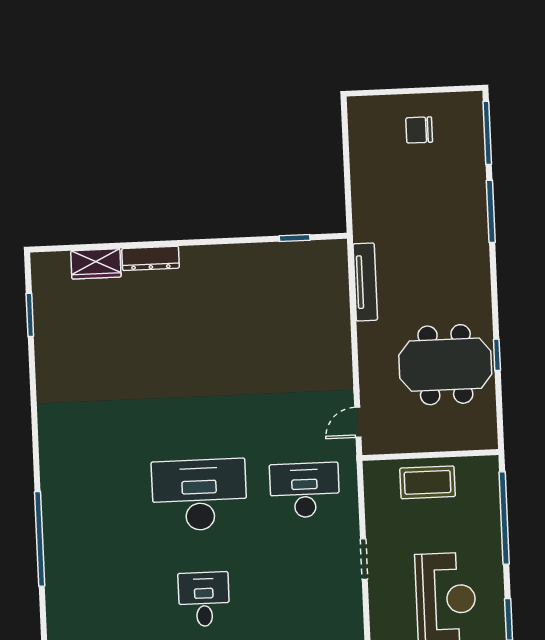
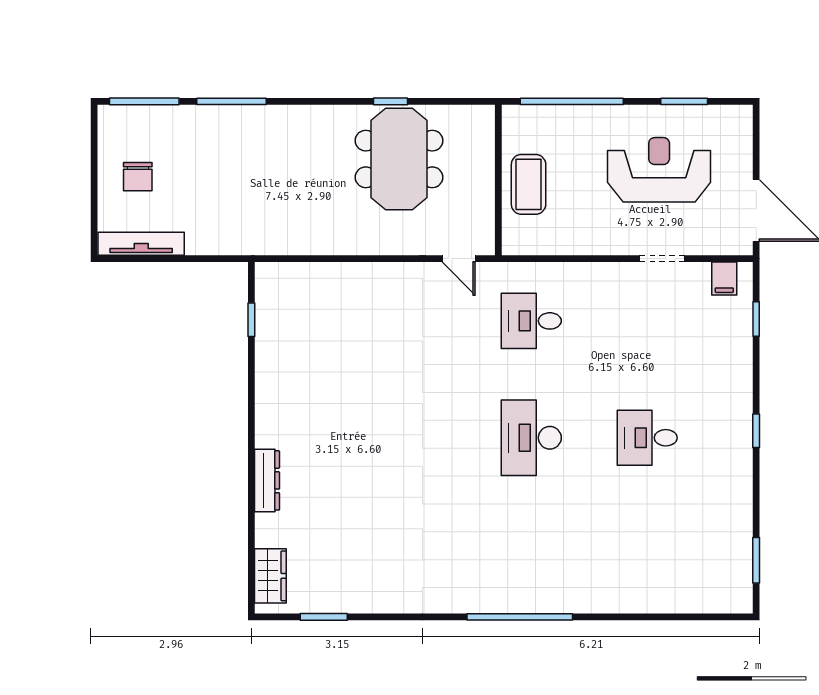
wardrobe: (96, 264) -> (270, 576), moved
tv unit: (365, 282) -> (141, 244), moved
desk: (305, 490) -> (531, 321), width x0.73
desk: (199, 495) -> (531, 438), width x0.73, depth x0.77
window: (40, 539) -> (520, 617), moved
doorway: (364, 559) -> (662, 259), moved

